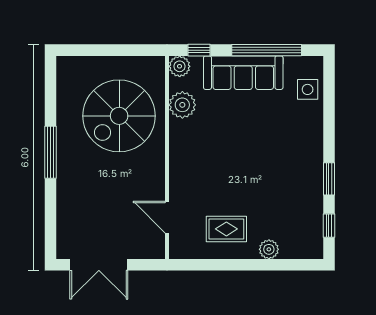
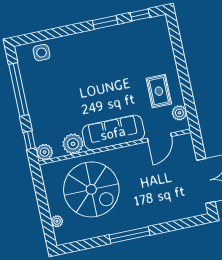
plant: (88, 63) -> (57, 221), added
sofa: (243, 73) -> (113, 133), moved, turned -90
plant: (269, 249) -> (179, 113), moved

